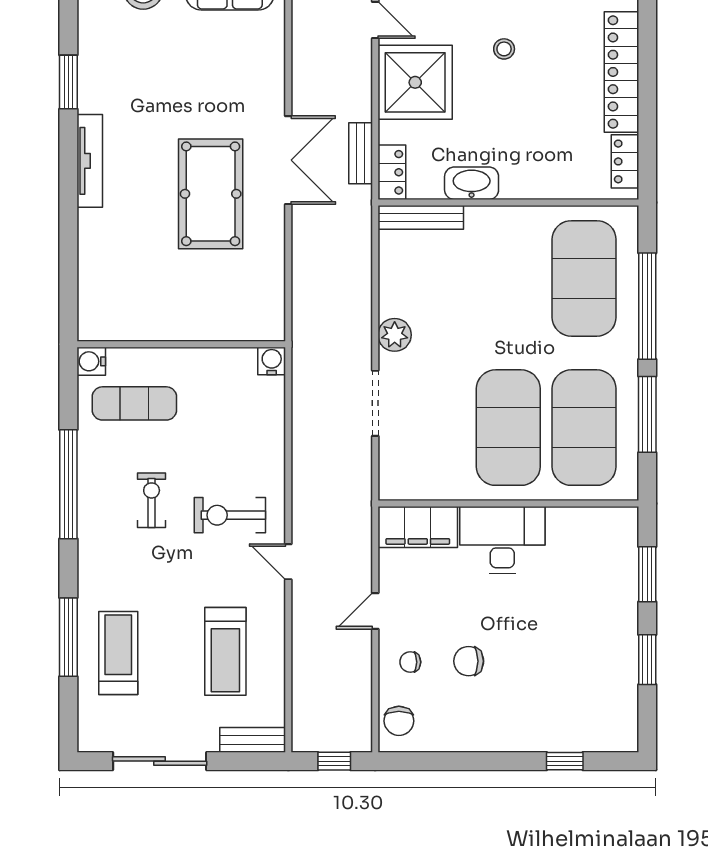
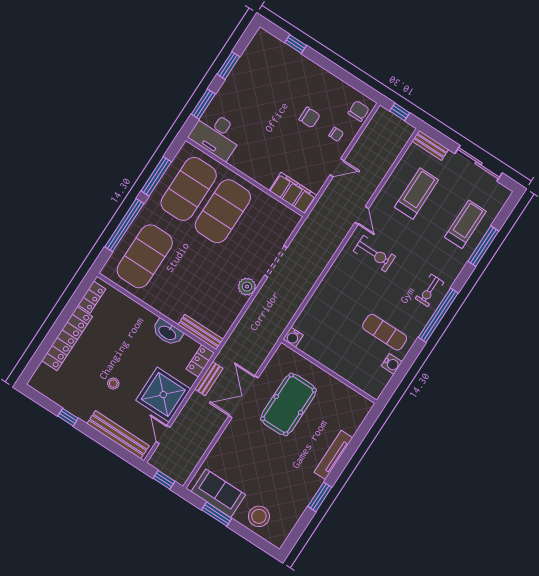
wall: (181, 344) -> (329, 371), moved
water cooler: (272, 361) -> (293, 337), moved
exercise bike: (152, 500) -> (430, 290), moved
desk: (502, 540) -> (216, 135), moved
treadmill: (118, 653) -> (465, 224), turned 180

